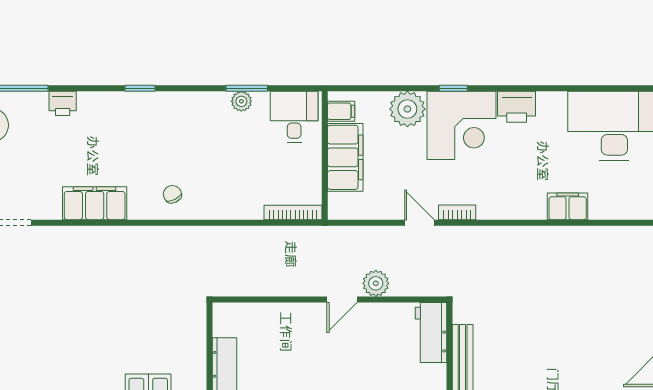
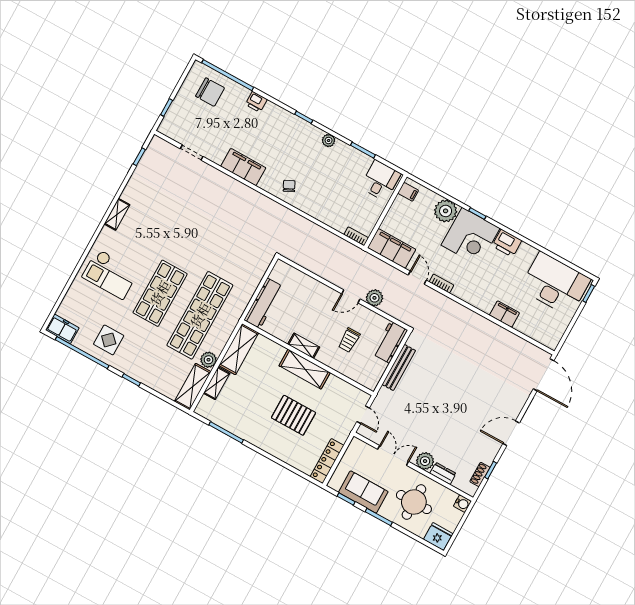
plant: (241, 101) -> (329, 140), moved
filing cabinet: (345, 157) -> (392, 248), moved, turned -90
bookcase: (293, 212) -> (356, 236), width x0.64
trolley: (373, 361) -> (349, 340), added

